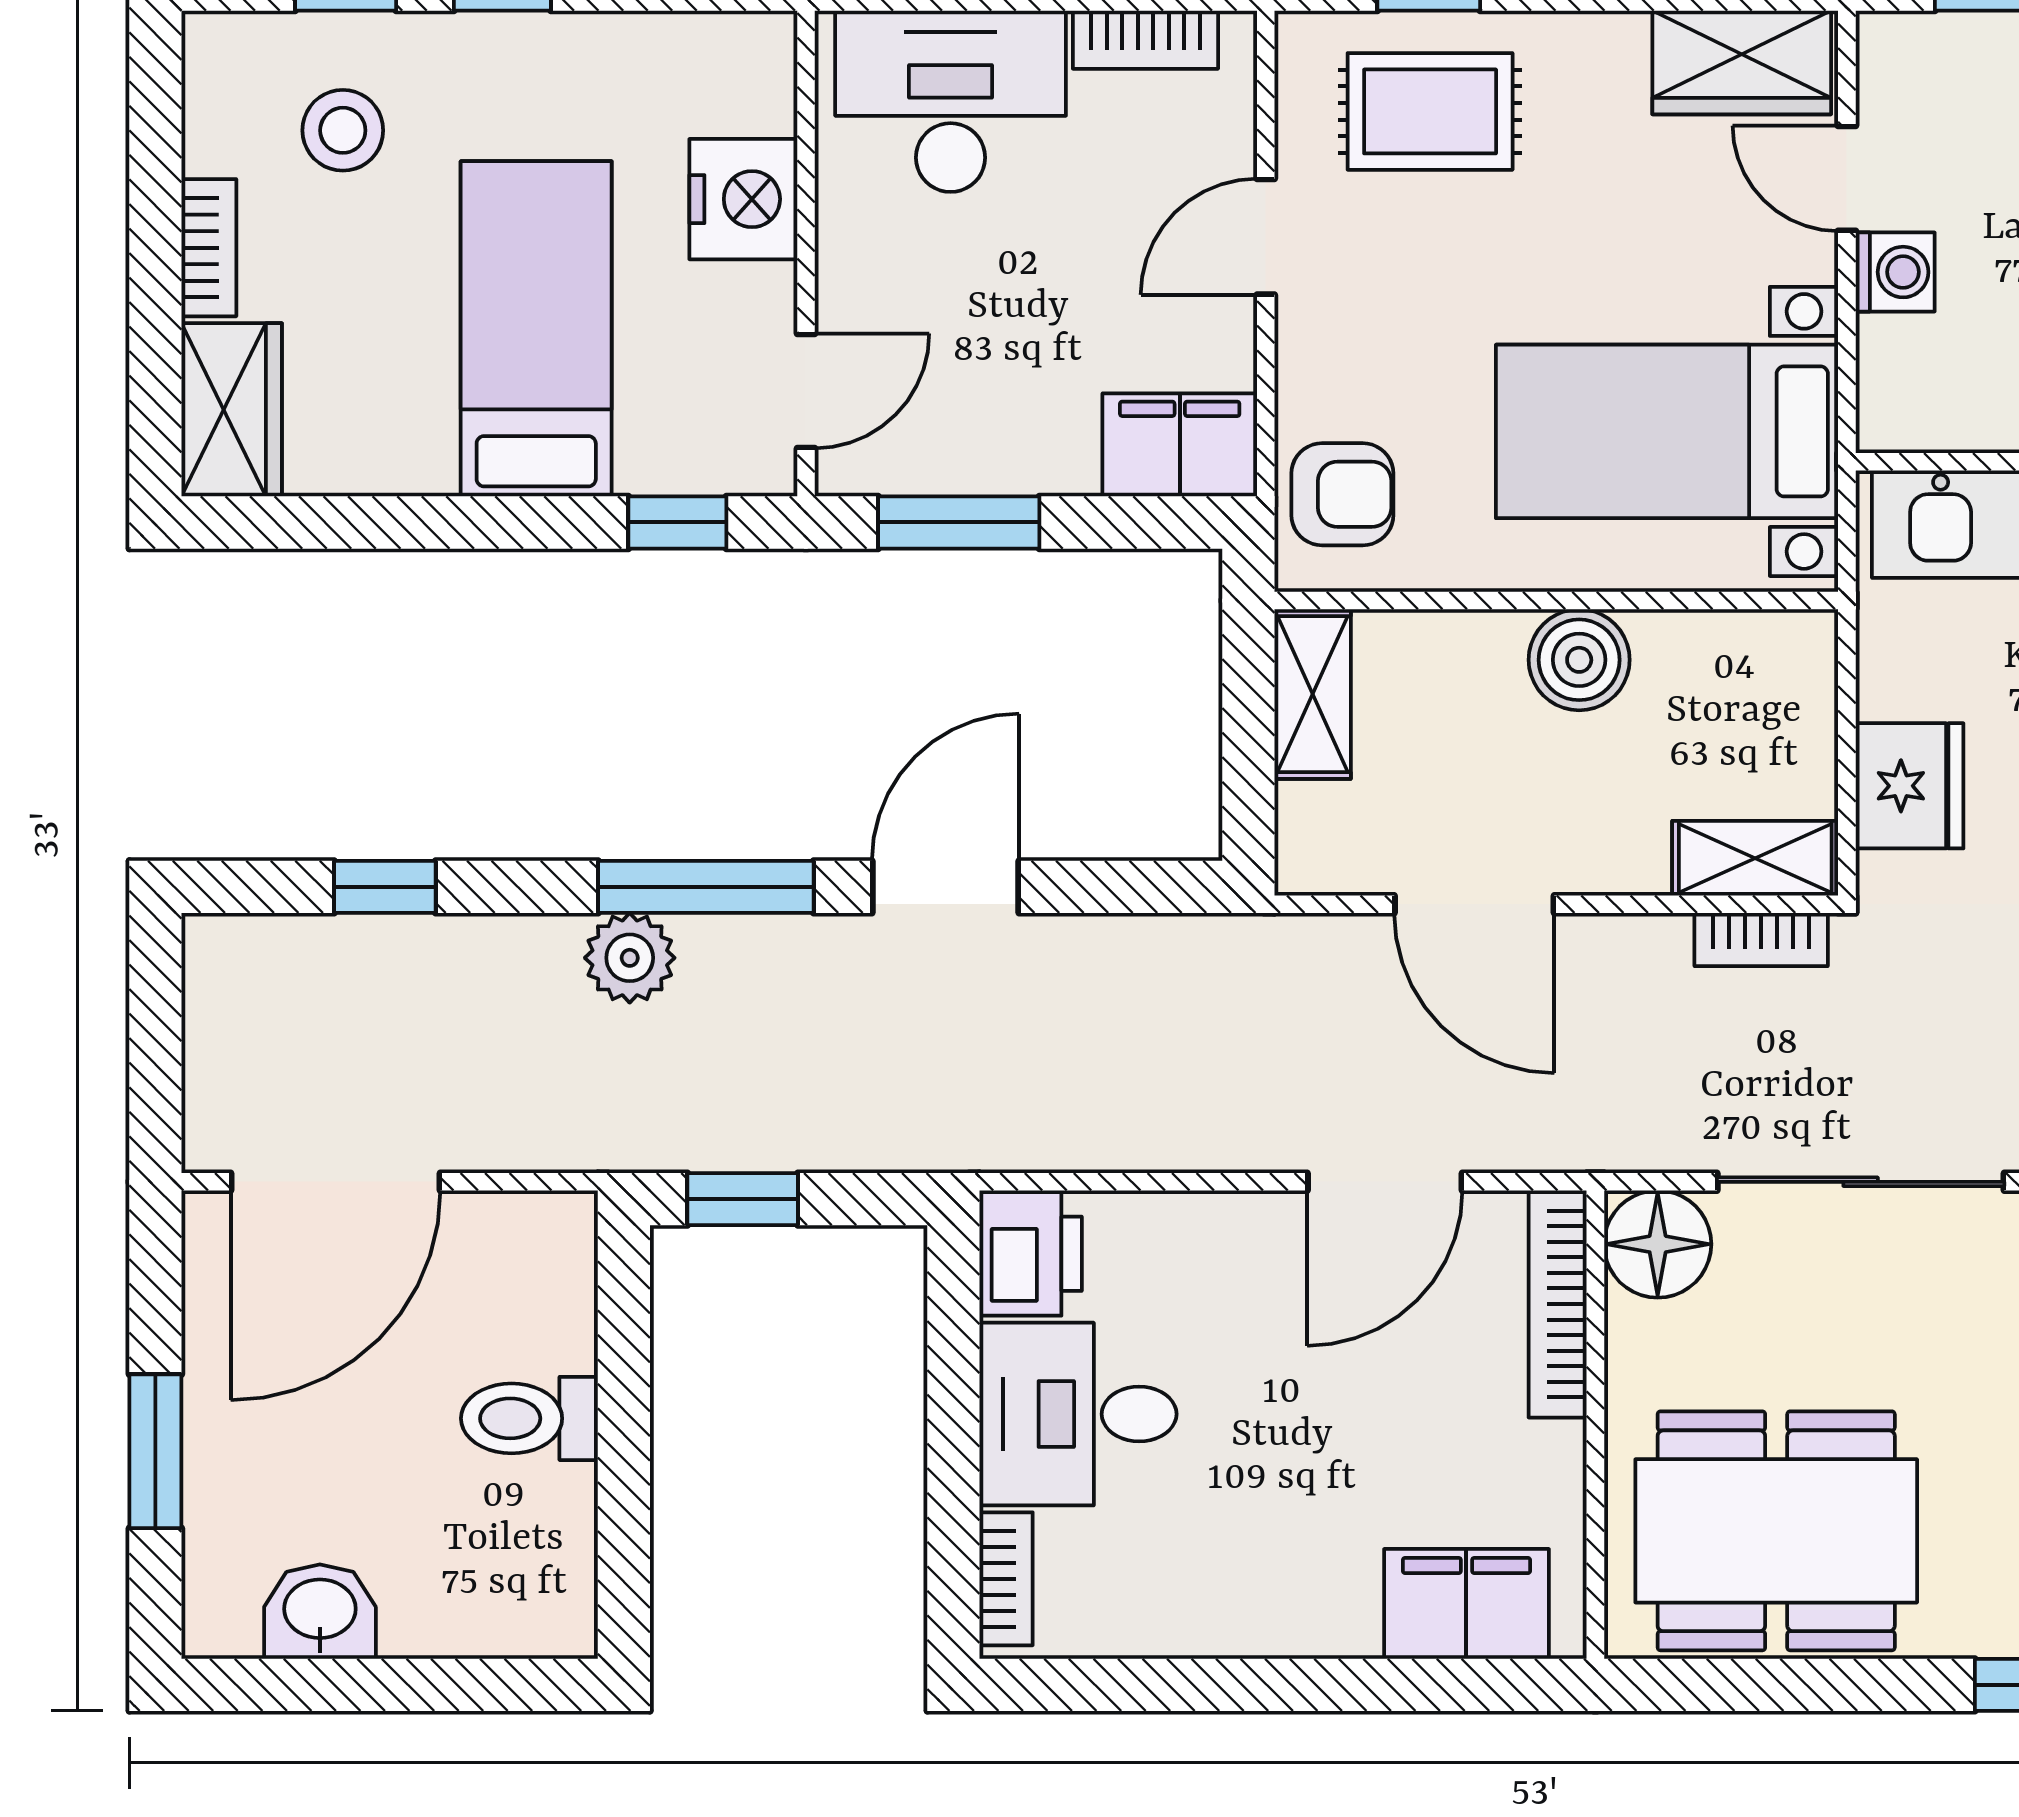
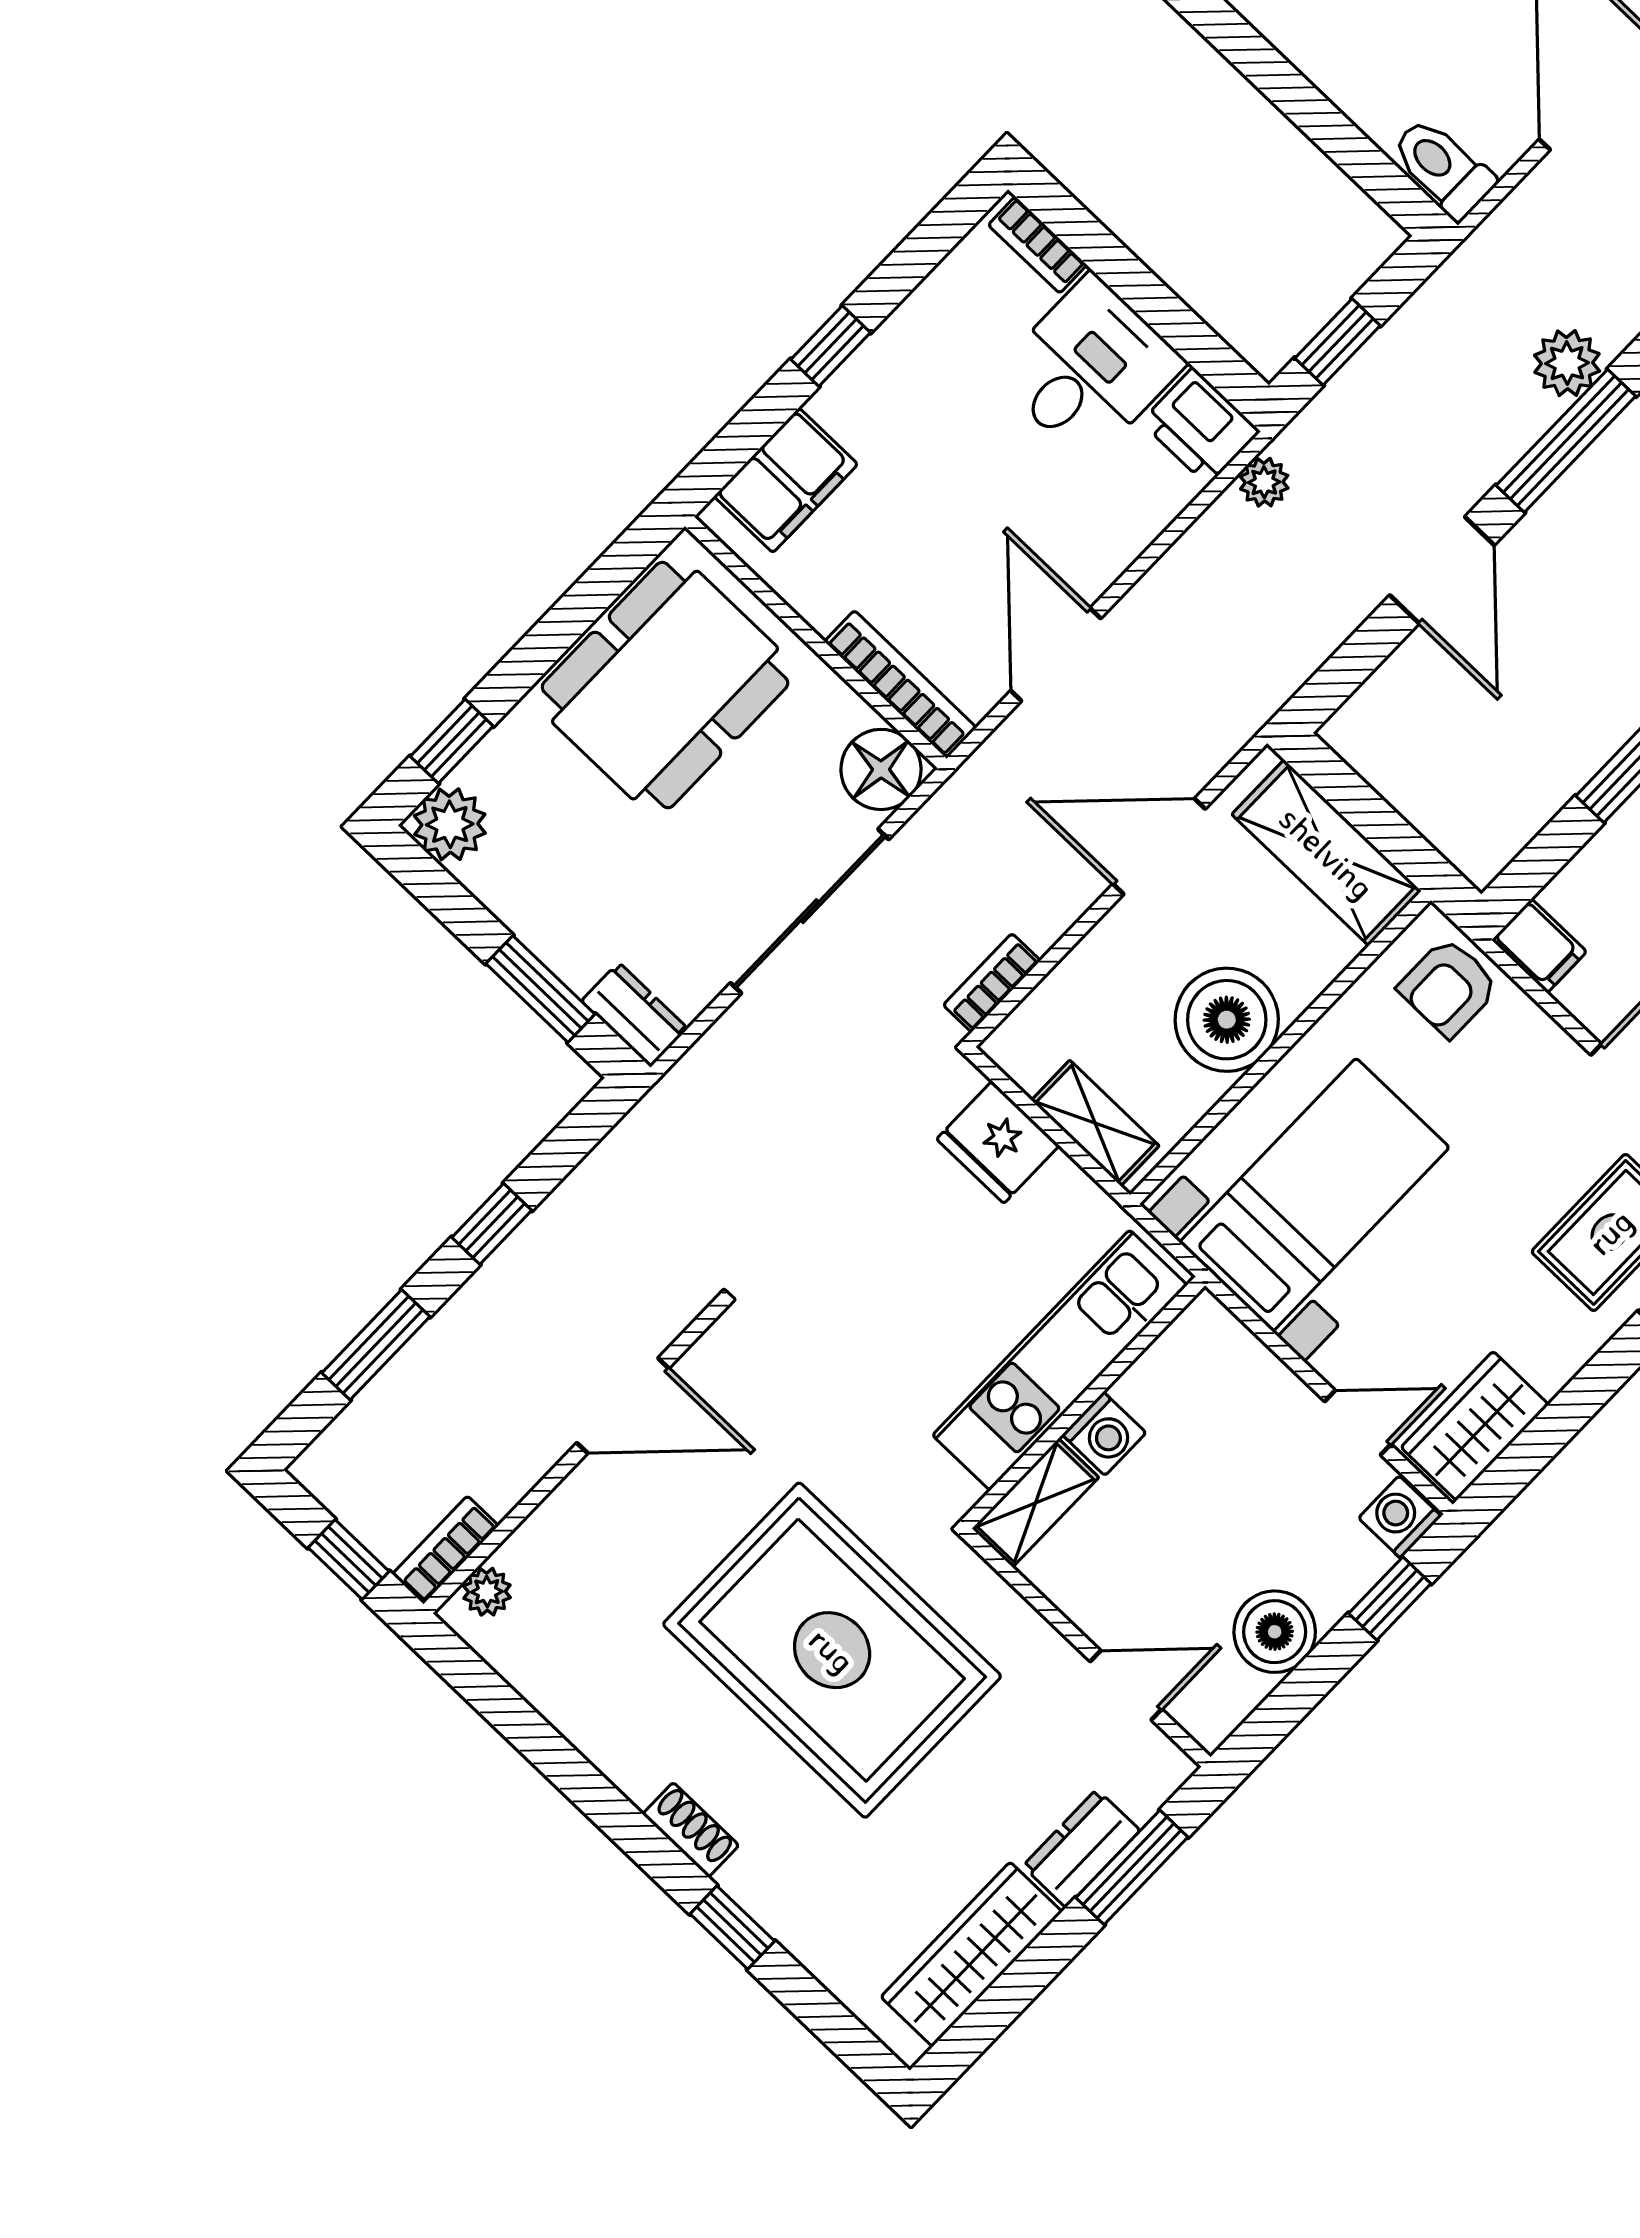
washing machine: (1895, 272) -> (1400, 1517), moved, turned 90
filing cabinet: (1180, 445) -> (1539, 946), width x0.50
boiler: (1579, 660) -> (1227, 1020), width x1.37, depth x1.37
shelving: (1313, 694) -> (1327, 853), width x1.50, depth x1.33
shelving: (1755, 858) -> (1095, 1123), moved, turned 90
plant: (1025, 1140) -> (1264, 482), added
window: (743, 1199) -> (1338, 342), moved
toilet: (529, 1418) -> (1443, 168), moved, turned -90
window: (1295, 1685) -> (831, 346), added

